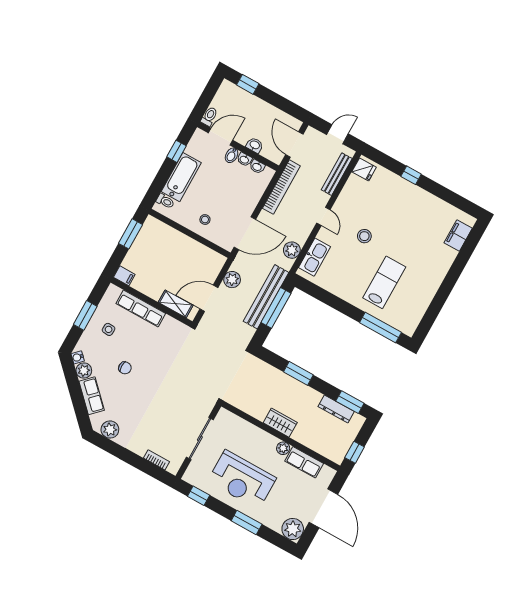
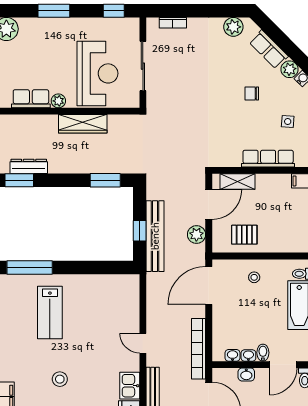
stool: (364, 236) -> (60, 379), moved
plant: (292, 250) -> (155, 294), removed
kitchen sink: (315, 257) -> (130, 386), moved, width x0.73
pallet: (194, 258) -> (244, 235), added
window: (276, 308) -> (140, 231), width x0.46
window: (298, 373) -> (105, 180), moved
wardrobe: (280, 423) -> (83, 124), width x1.50
reception desk: (242, 480) -> (97, 73), moved, turned 90

